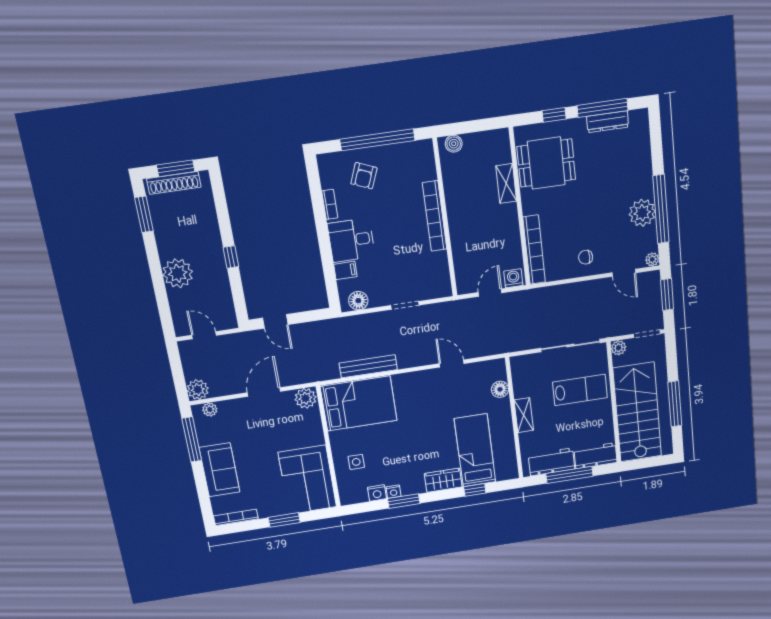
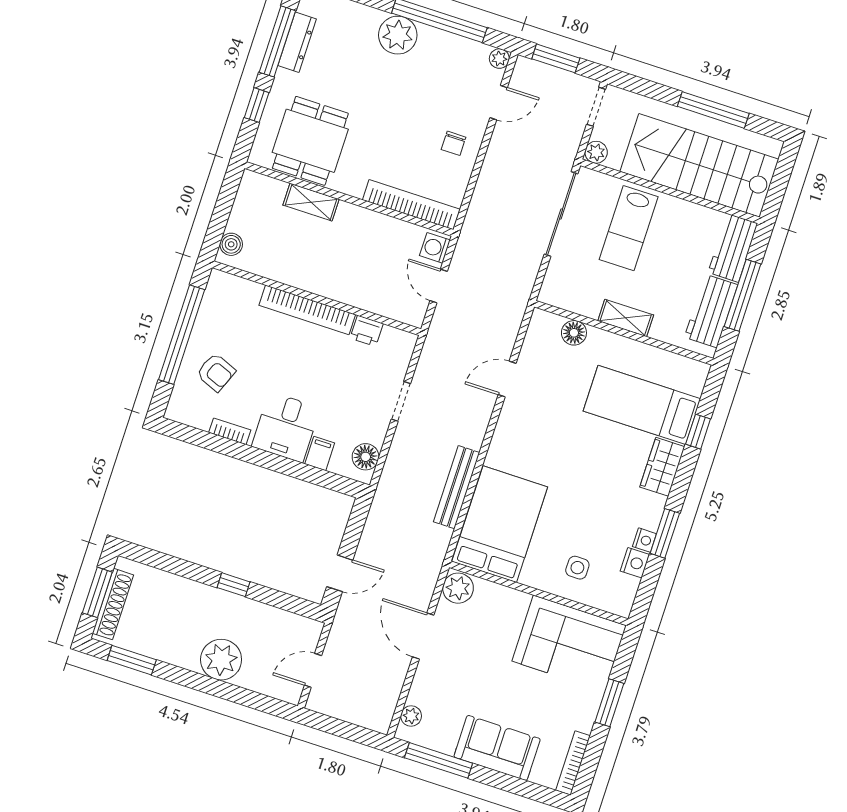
plant: (642, 213) -> (398, 35), moved
printer: (439, 261) -> (367, 331), added
plant: (198, 390) -> (378, 717), removed
lab bench: (580, 390) -> (629, 228), turned 180

